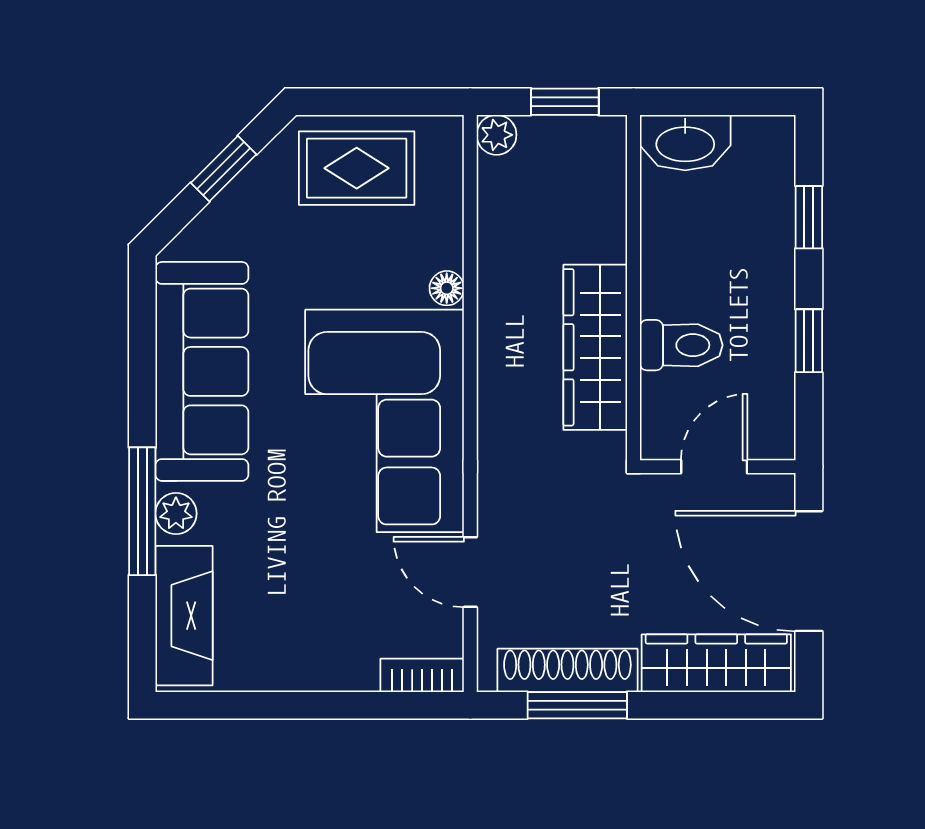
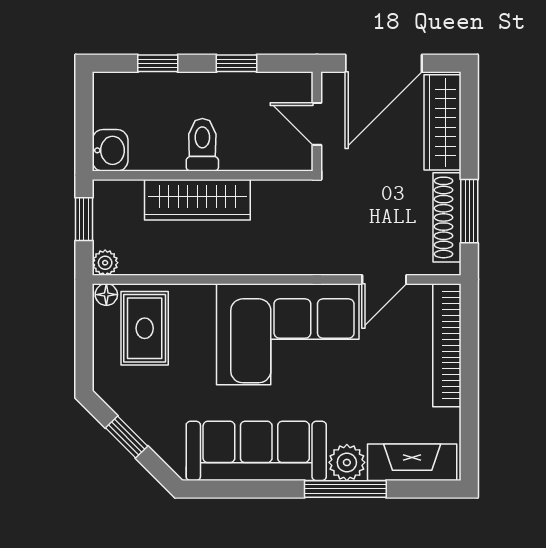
washbasin: (685, 143) -> (110, 150), width x0.72
rug: (357, 168) -> (145, 328), moved
floor lamp: (447, 288) -> (106, 295), moved
toilet: (681, 345) -> (202, 145), moved
wardrobe: (595, 347) -> (197, 200), moved
plant: (176, 513) -> (347, 462), width x1.38, depth x1.38
bookcase: (422, 675) -> (447, 345), width x2.31, depth x1.31

